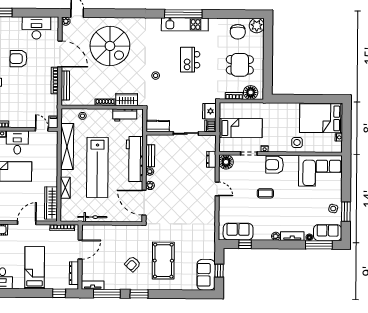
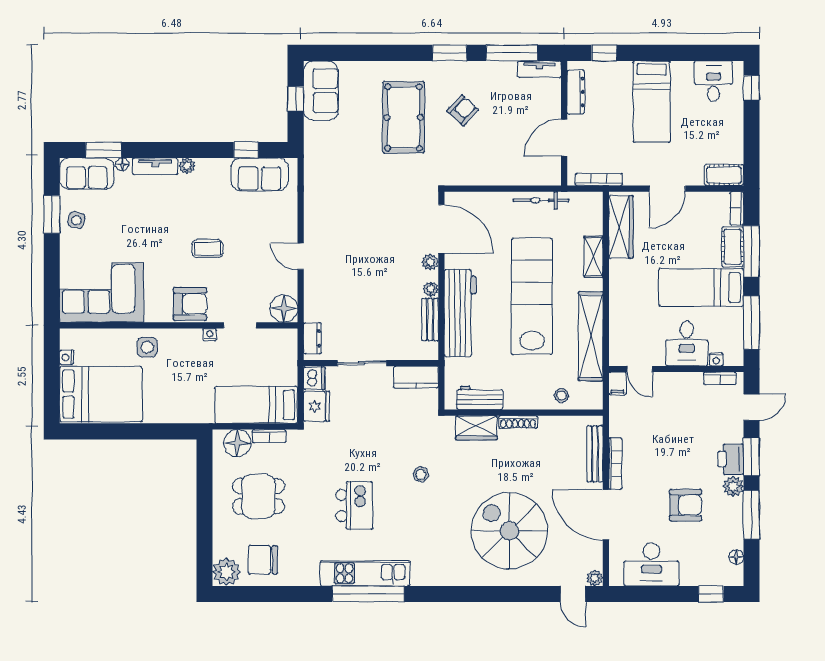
chair: (238, 32) -> (263, 560), turned -90
bed: (241, 128) -> (256, 405), moved
dresser: (211, 159) -> (312, 338), moved
window: (319, 245) -> (104, 150), width x0.69

